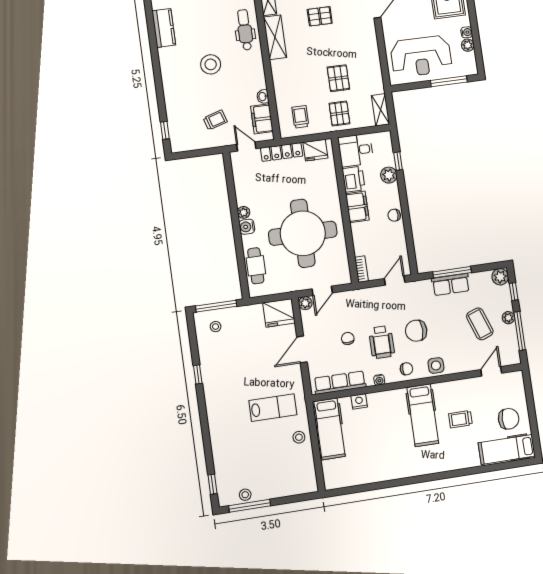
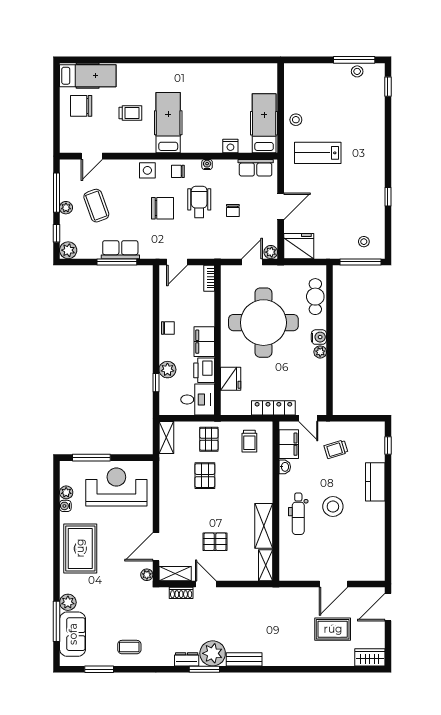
kitchen counter: (164, 28) -> (375, 482), moved
dental chair: (245, 30) -> (298, 514), moved
fridge: (315, 150) -> (231, 379), moved, turned 90
row of seats: (340, 383) -> (256, 168), width x0.68

